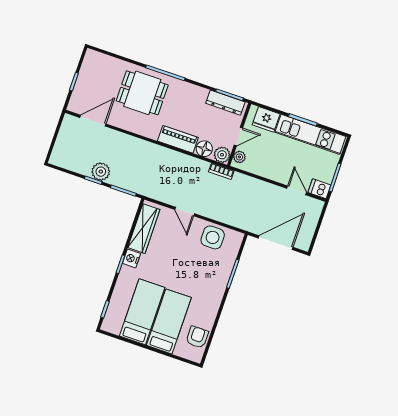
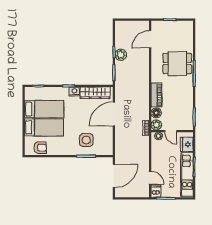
dining table: (142, 93) -> (177, 64), turned 90
dresser: (225, 103) -> (189, 116), removed
door: (93, 121) -> (150, 39), swing flipped
door: (297, 190) -> (150, 178), hinge flipped
door: (185, 212) -> (114, 114), width x1.88
side table: (213, 237) -> (86, 140), moved
door: (276, 243) -> (114, 176), hinge flipped

